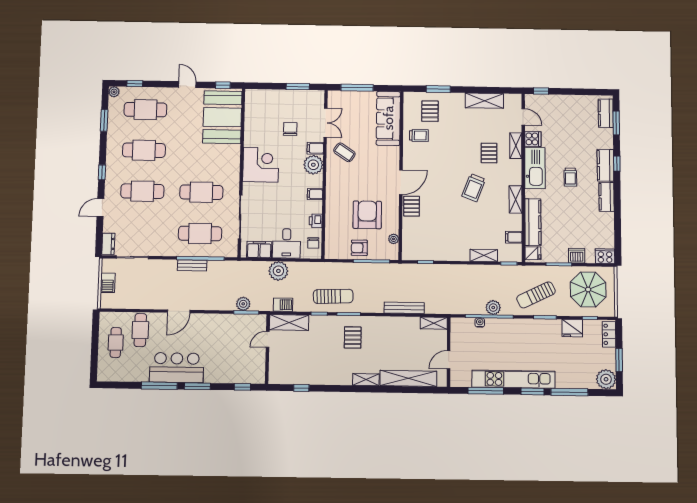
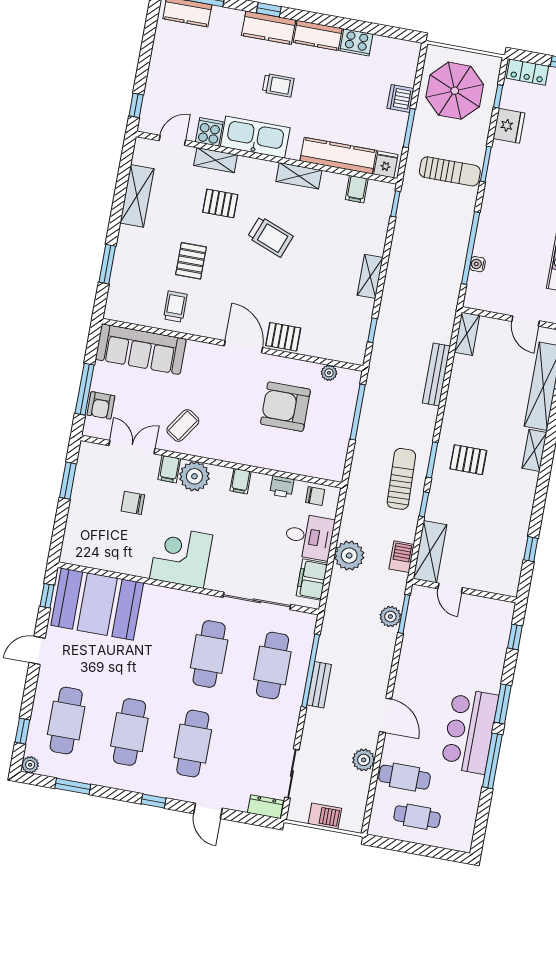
pallet: (430, 111) -> (191, 261), moved, turned 90
armchair: (359, 248) -> (101, 405), moved
shelving: (484, 255) -> (370, 276), moved
cooker: (605, 256) -> (356, 42), moved, turned -90
sun lounger: (536, 295) -> (450, 171), turned -64
plant: (493, 308) -> (364, 760), moved

